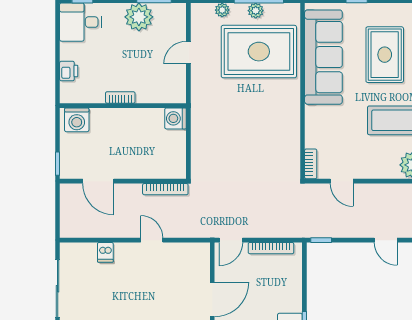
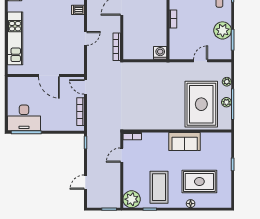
door: (188, 53) -> (201, 61), hinge flipped
sofa: (323, 57) -> (185, 141), width x0.54, depth x0.79

